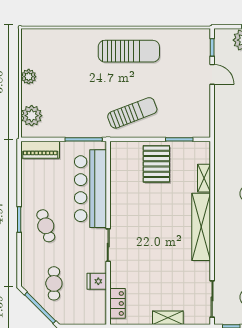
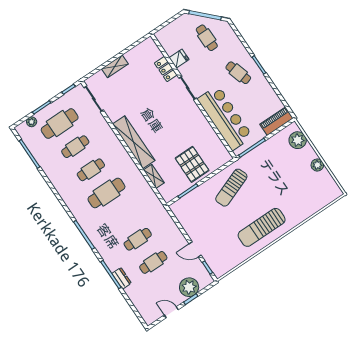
locker: (118, 303) -> (166, 69), moved

